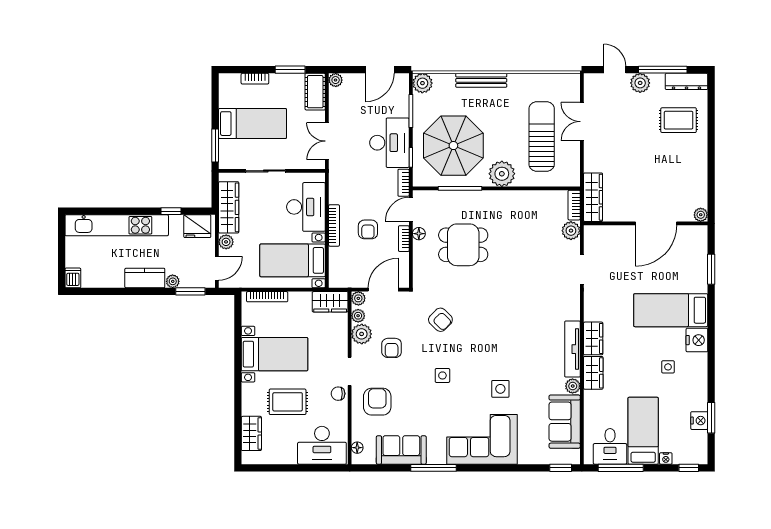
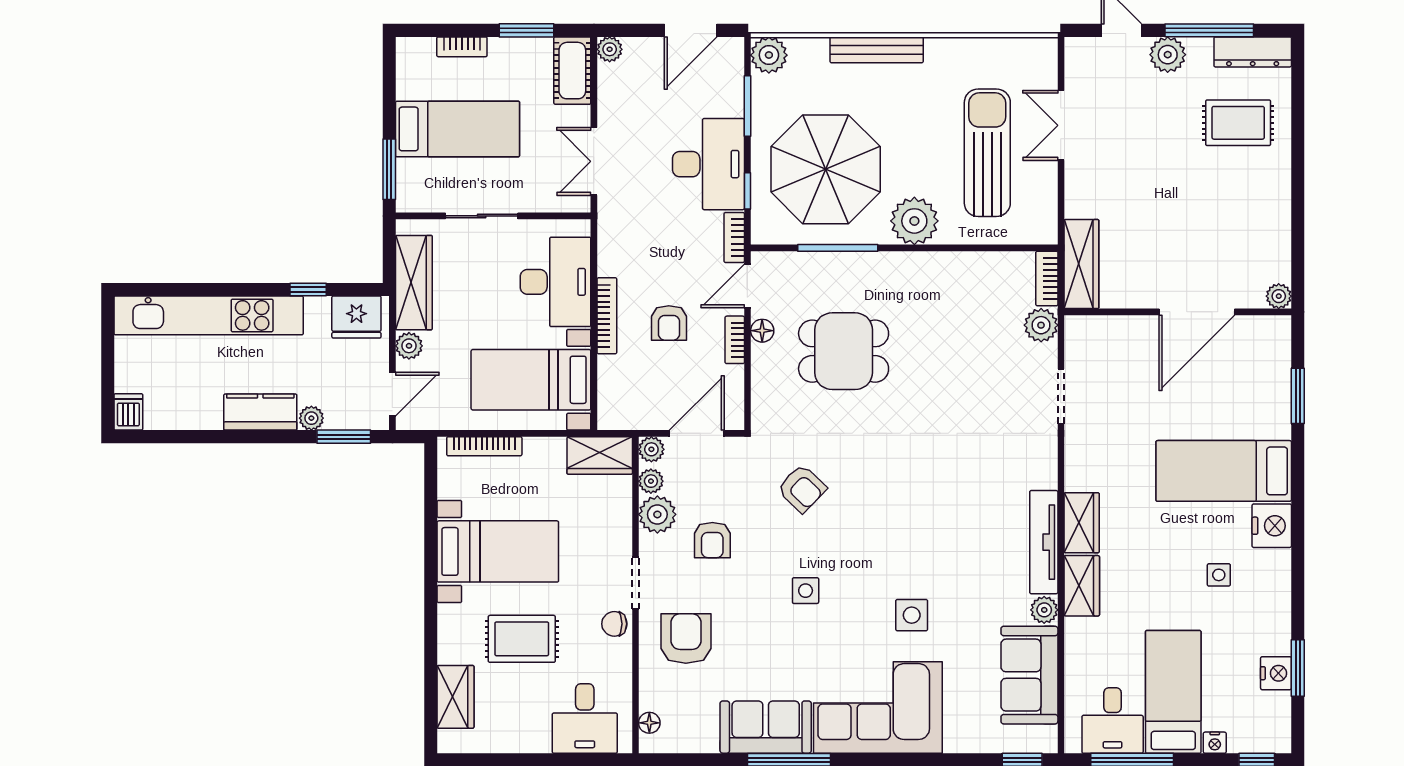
desk: (322, 445) -> (585, 718), width x0.73
sofa: (401, 450) -> (766, 727), moved

